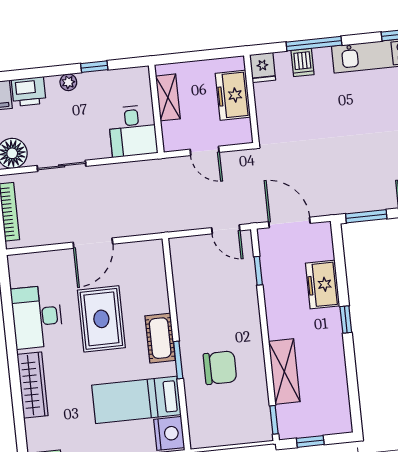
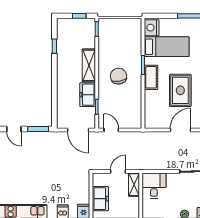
shelving: (168, 97) -> (134, 185), moved
door: (205, 151) -> (118, 171), hinge flipped
freezer: (323, 284) -> (88, 95), moved, turned 180
window: (346, 319) -> (54, 46), moved
chair: (220, 368) -> (119, 76), moved, turned 81
shelving: (284, 372) -> (89, 65), moved

